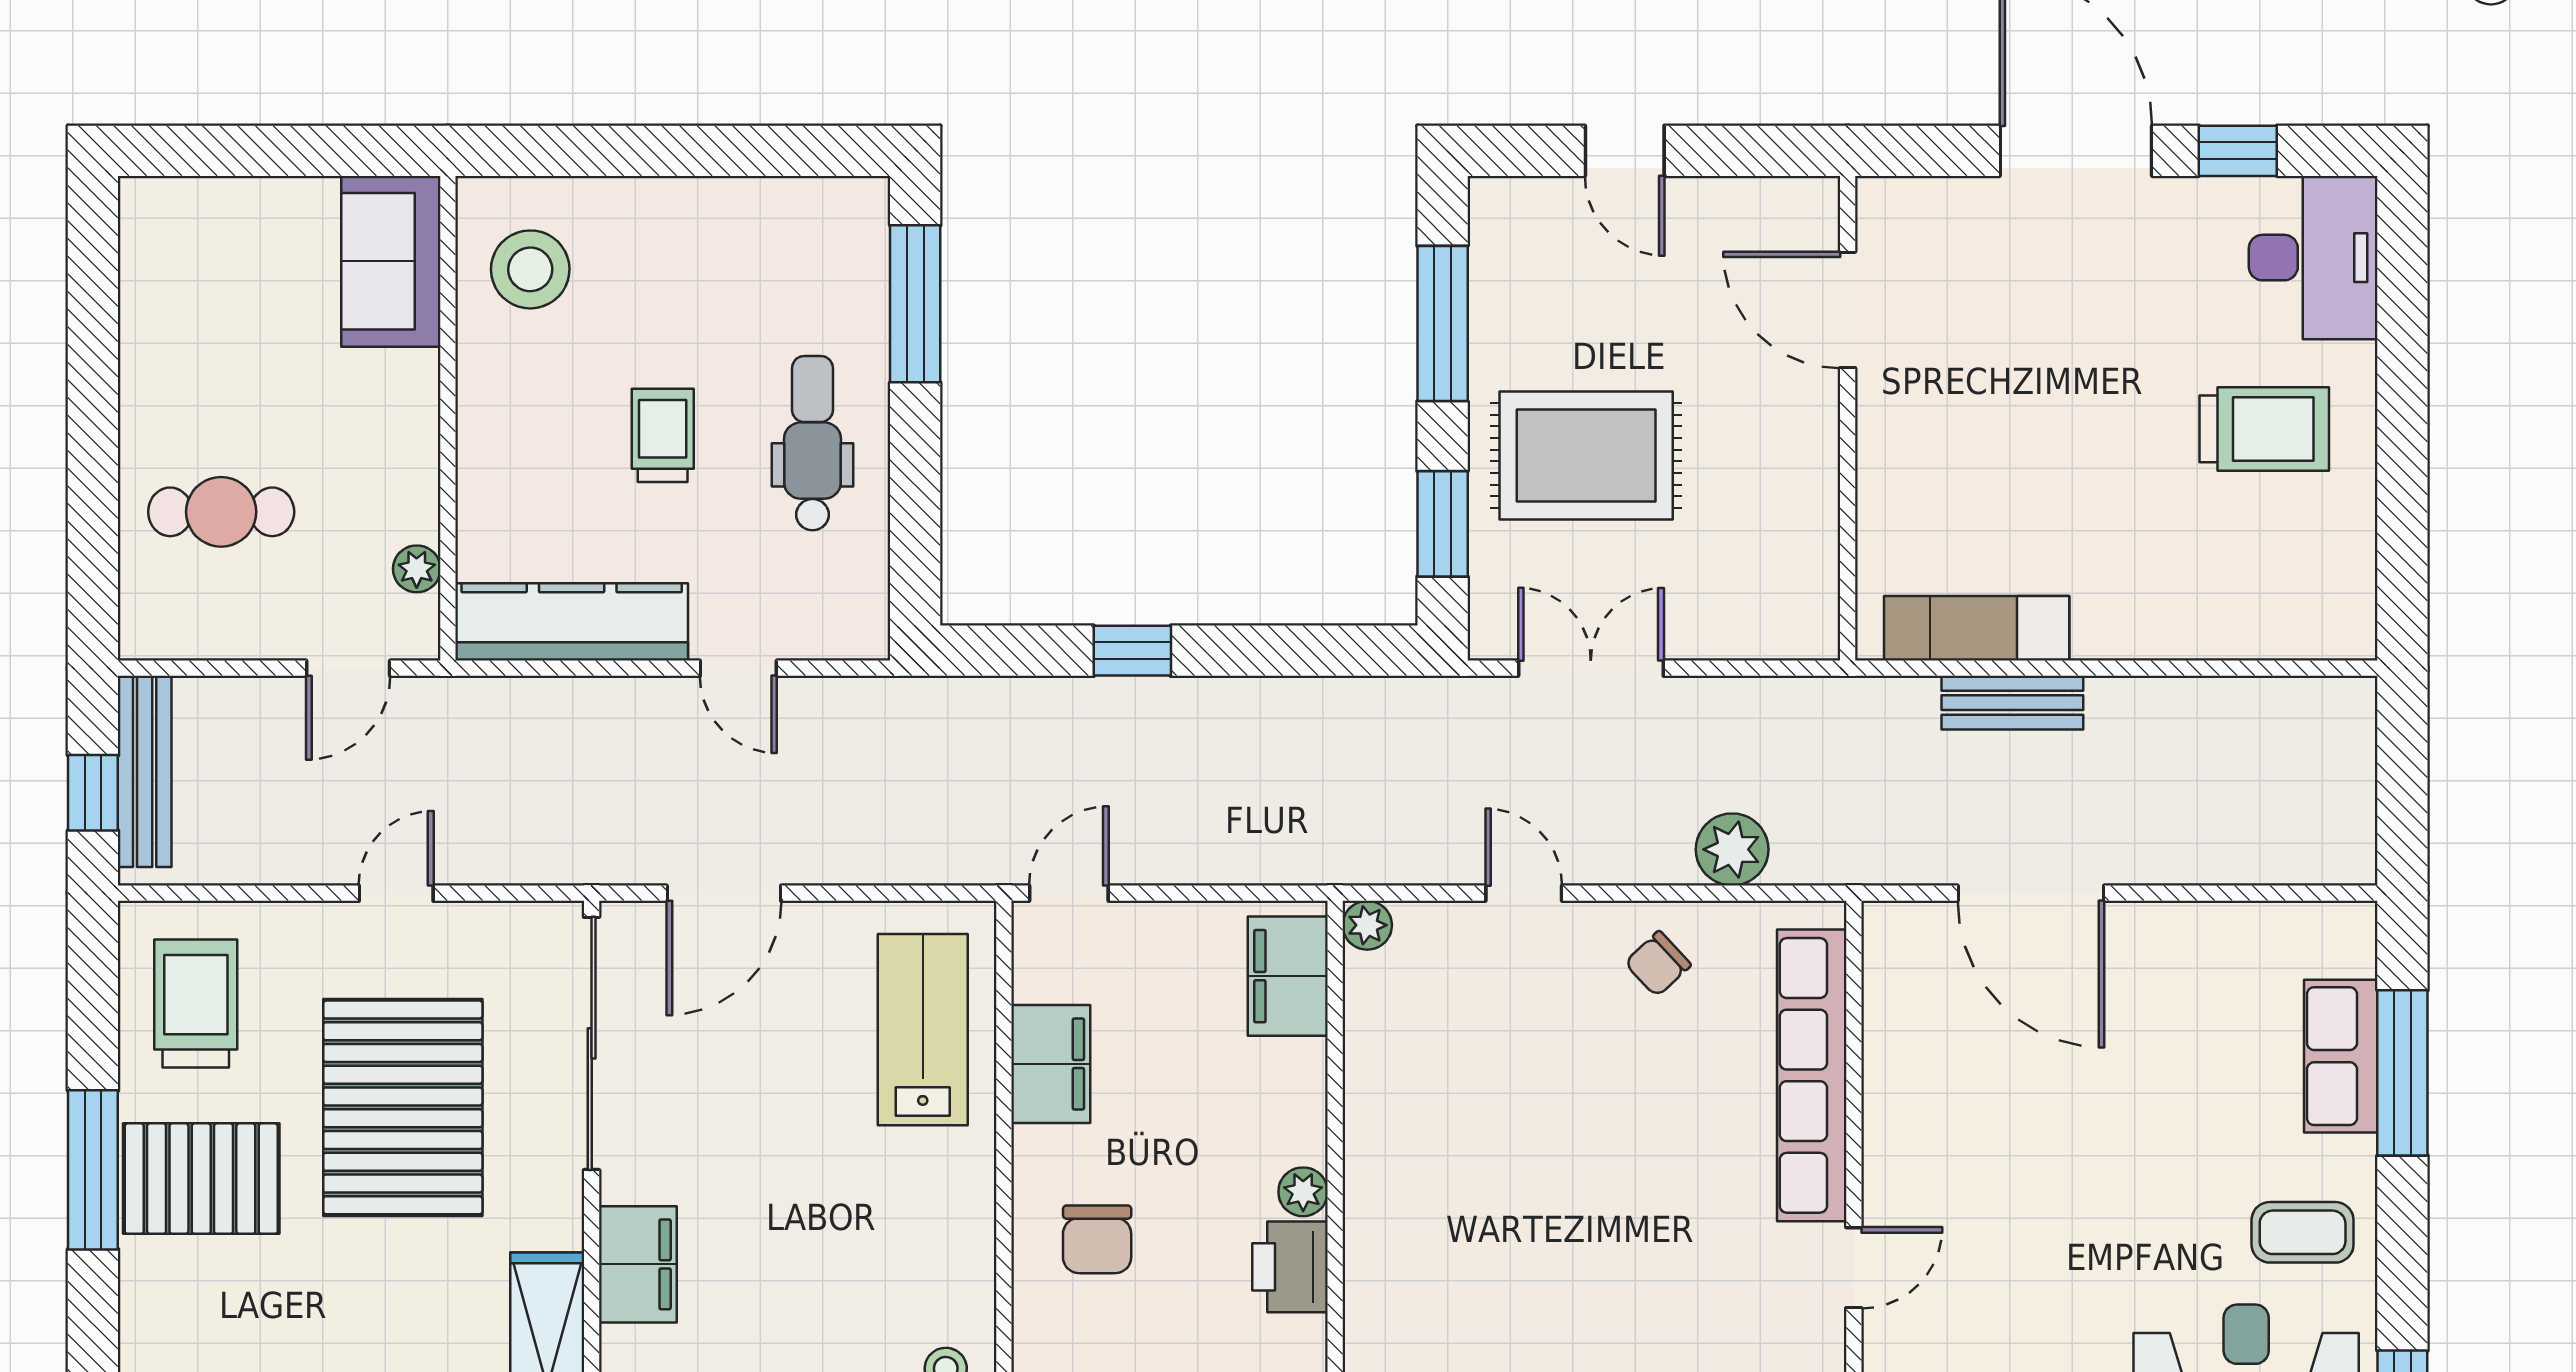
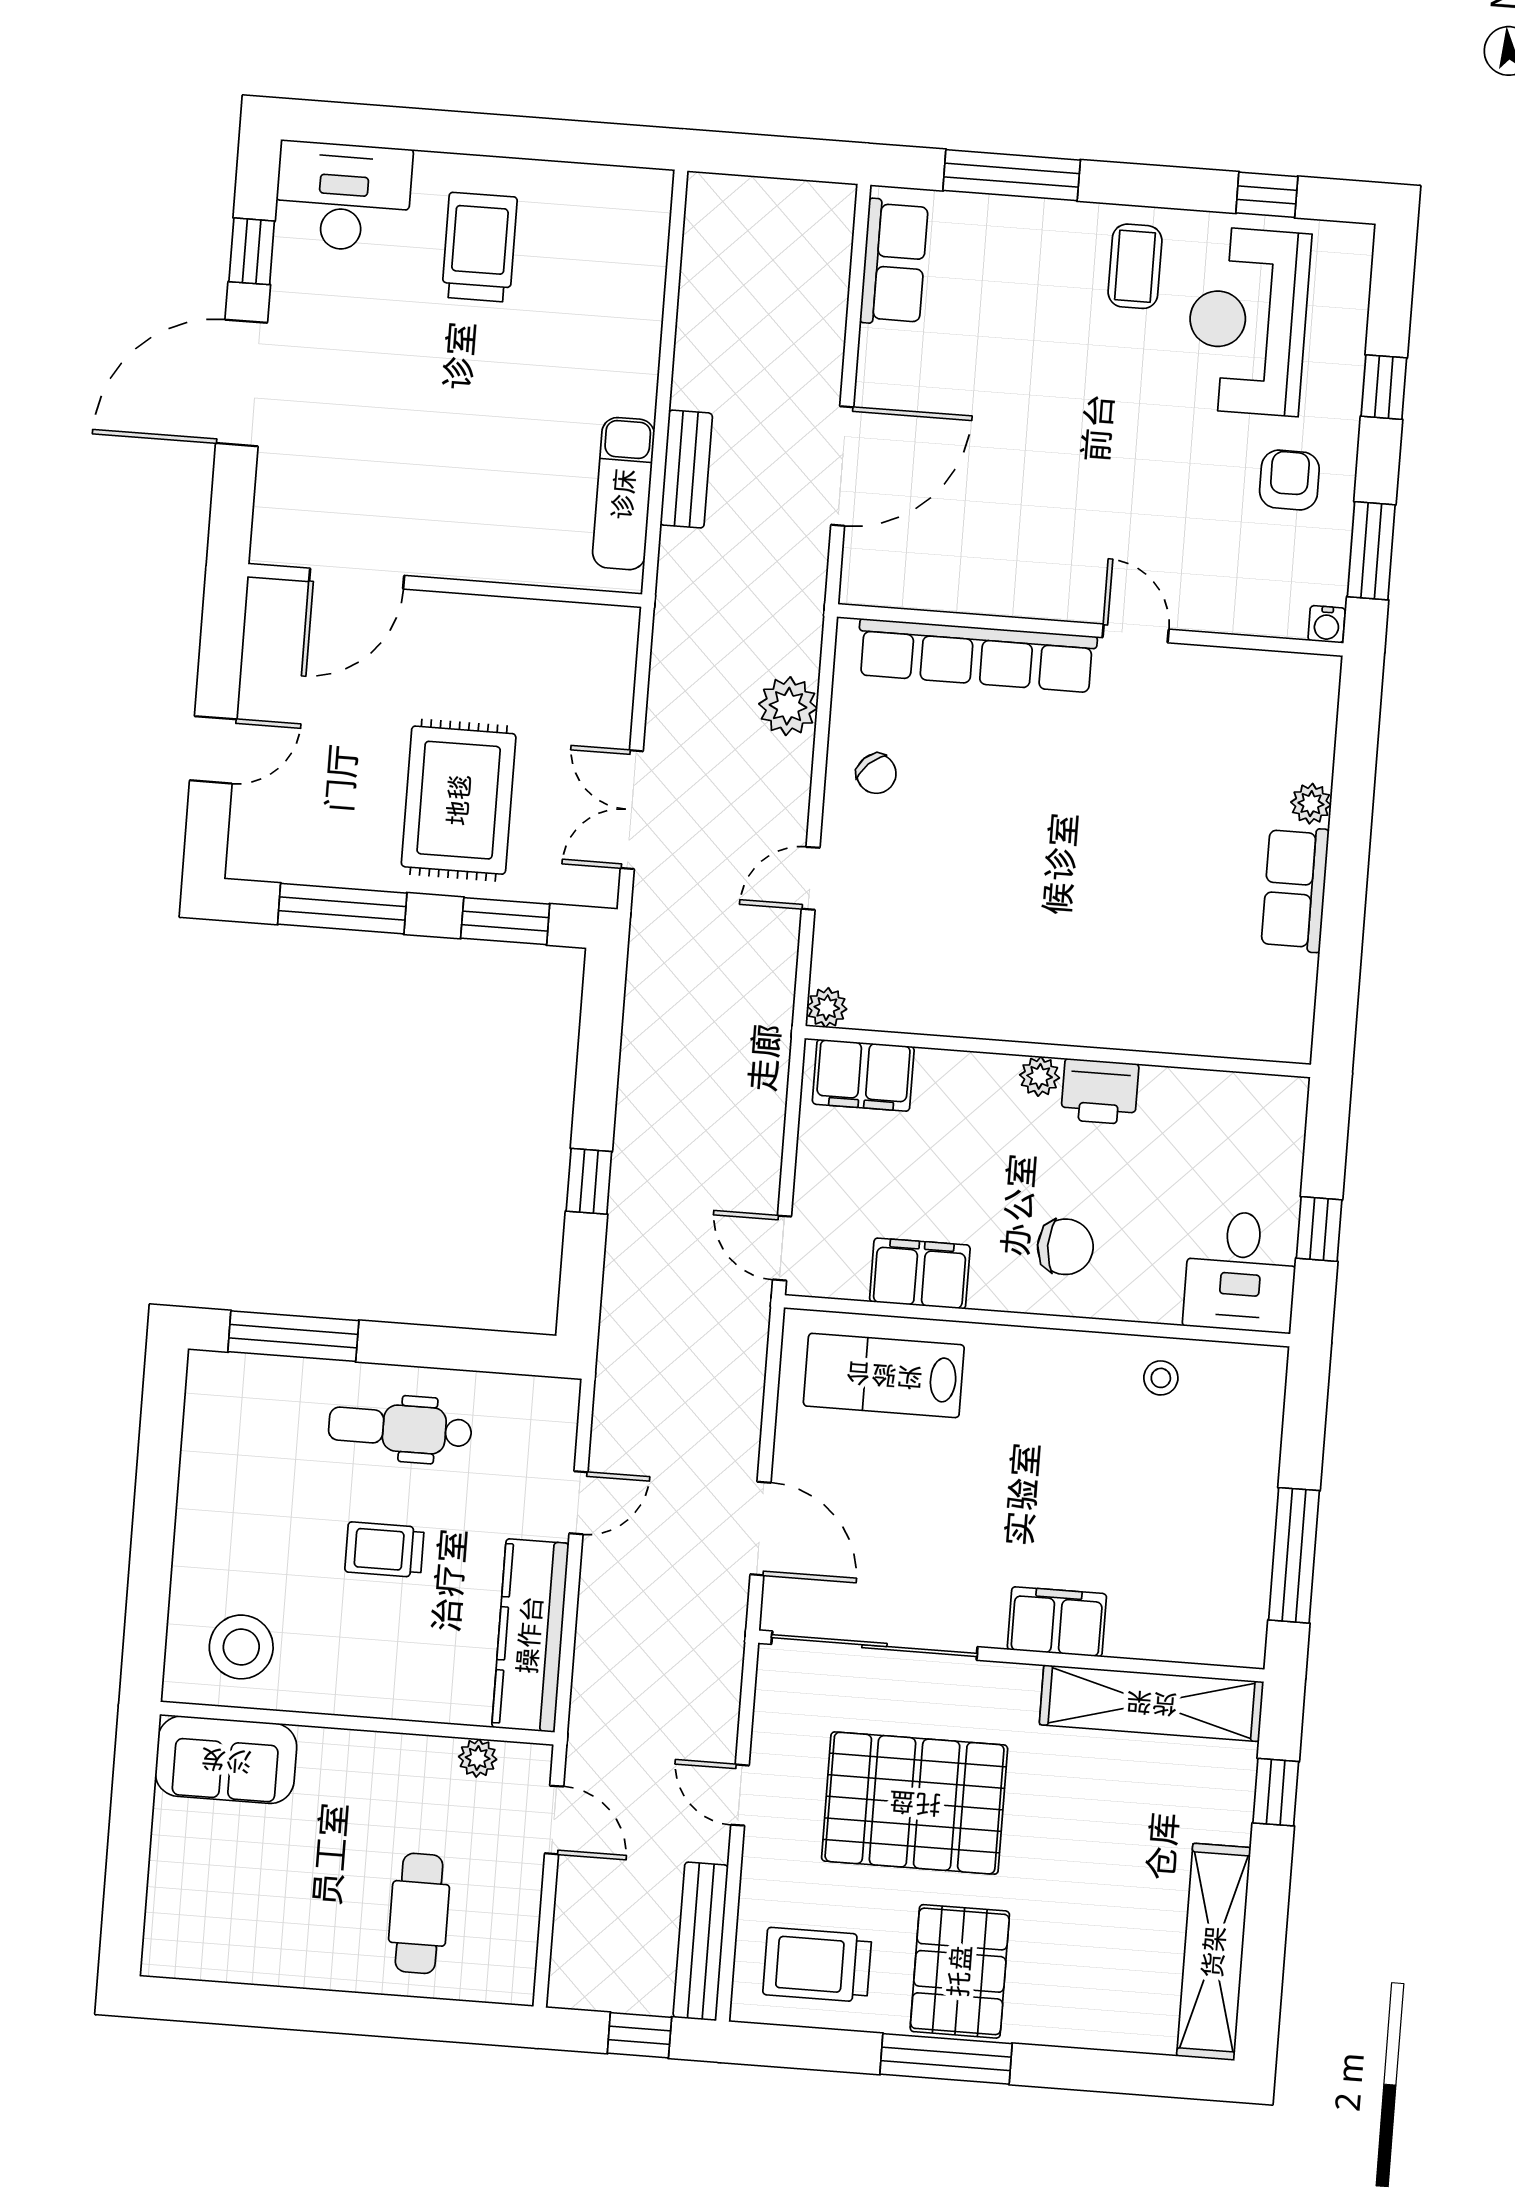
bench: (145, 771) -> (701, 1941), moved, turned 90
row of seats: (2341, 1056) -> (894, 262), moved, turned -90

